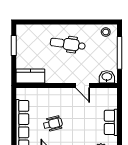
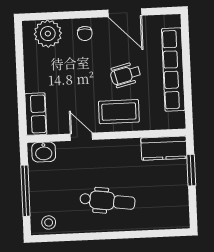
window: (14, 46) -> (191, 170), moved
coffee table: (58, 100) -> (119, 112), added
row of seats: (111, 122) -> (36, 114), moved

